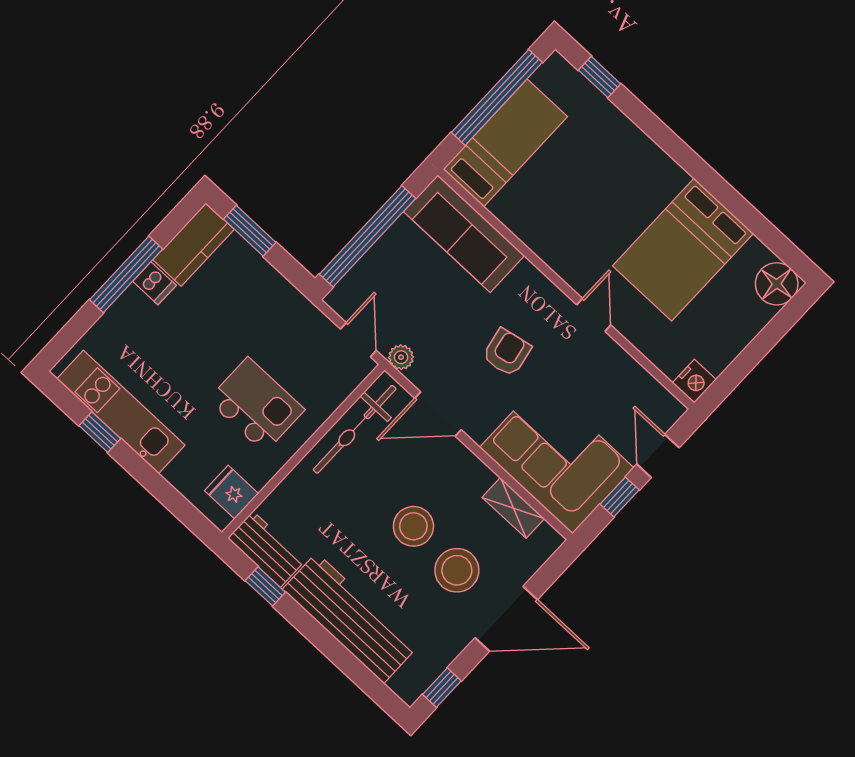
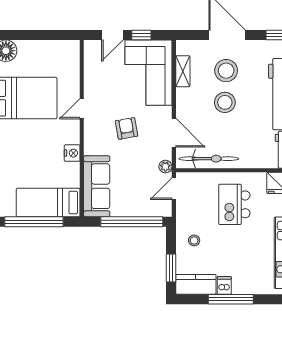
stool: (258, 300) -> (194, 240), added
armchair: (507, 352) -> (127, 128), turned 91
nightstand: (694, 381) -> (72, 153), moved, turned 90

